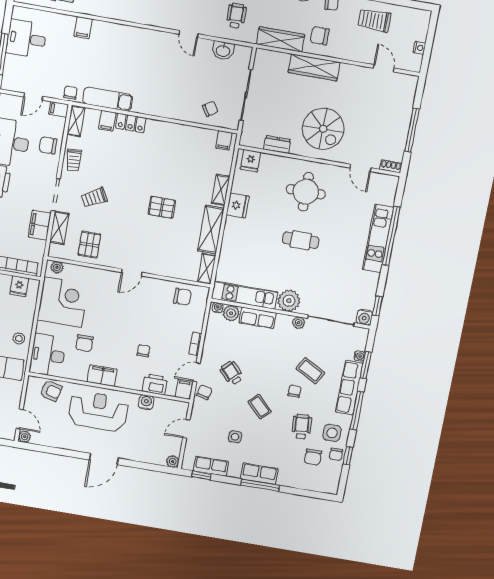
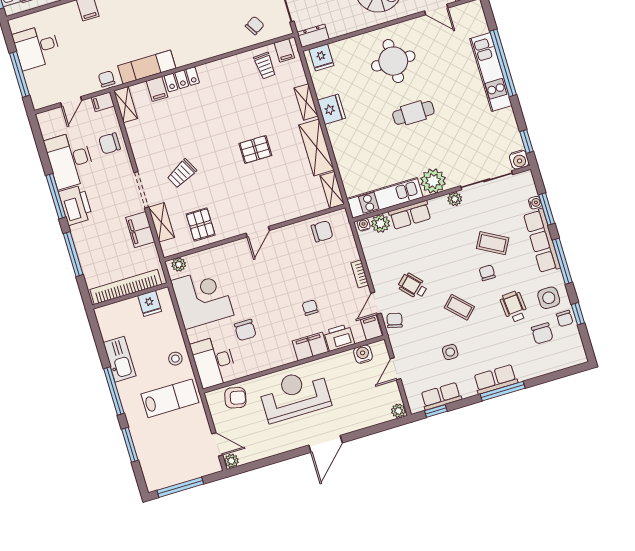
dresser: (277, 144) -> (313, 36), moved
trolley: (74, 160) -> (265, 66), moved
filing cabinet: (102, 376) -> (310, 346), moved
water cooler: (146, 402) -> (363, 354), moved

